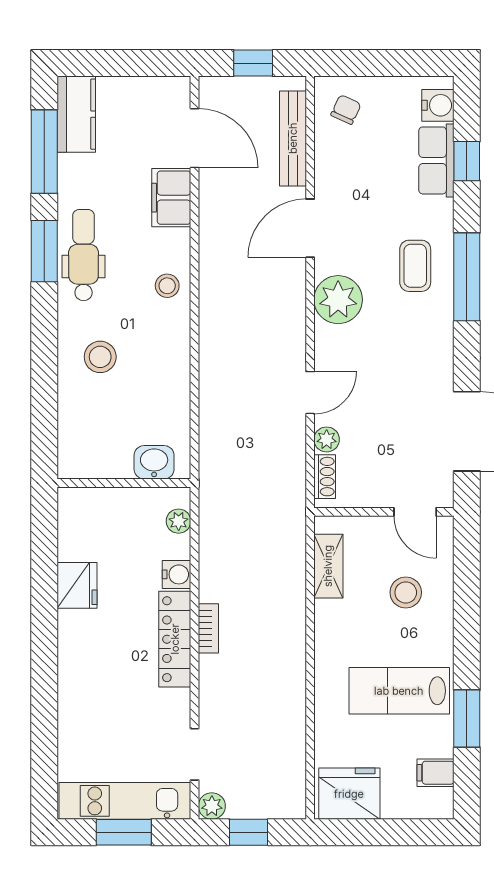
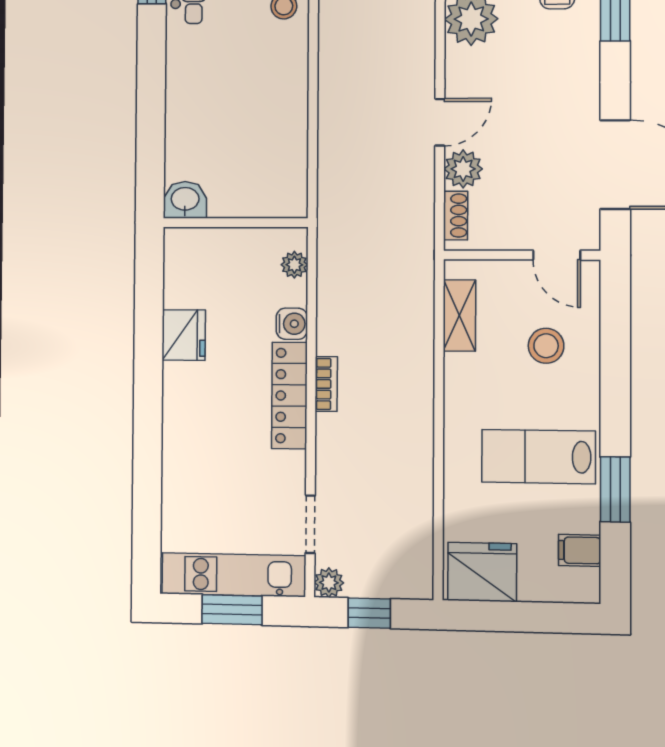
stool: (100, 357) -> (211, 85), removed
plant: (327, 439) -> (463, 169), width x1.38, depth x1.38
washbasin: (154, 462) -> (185, 200), moved

